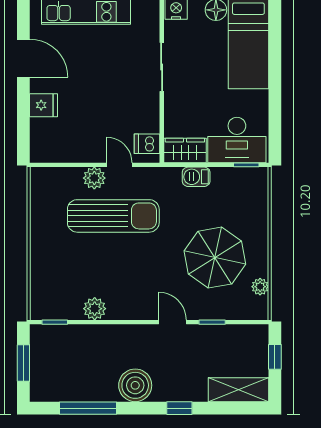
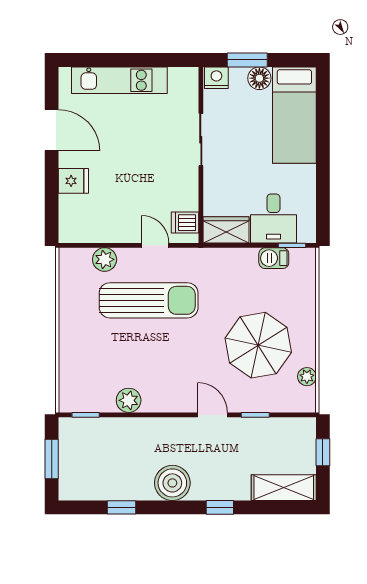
desk: (237, 140) -> (273, 218), width x0.73
barbecue: (196, 177) -> (274, 258), moved
plant: (94, 178) -> (105, 259), moved
window: (88, 408) -> (121, 507), width x0.46

